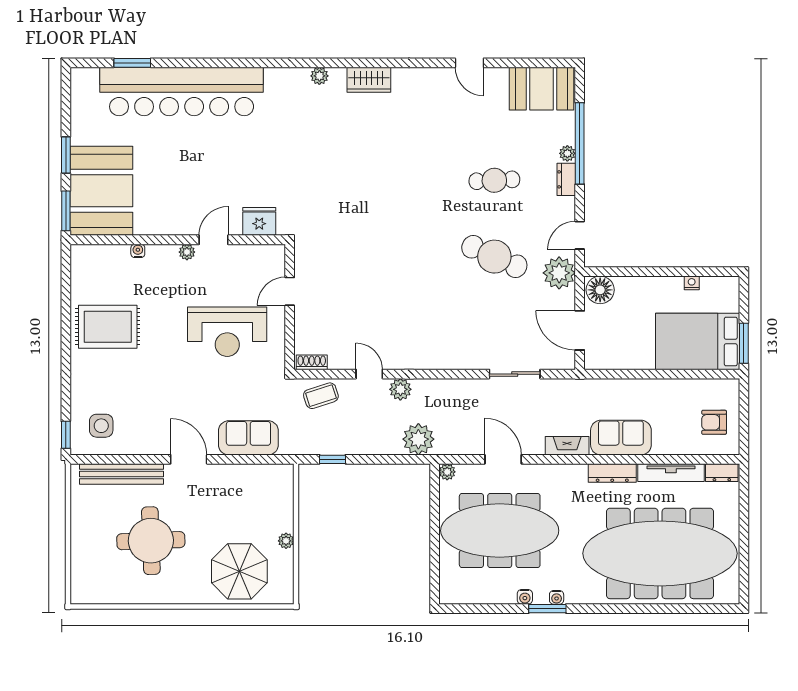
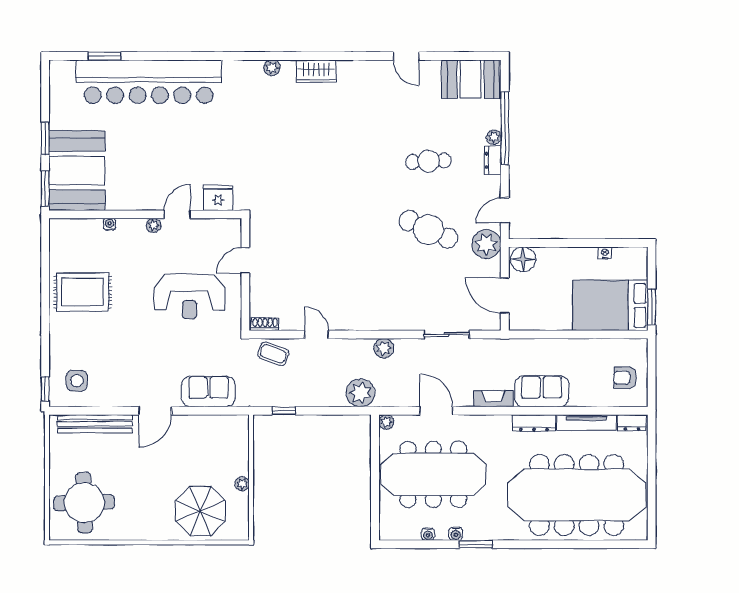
plant: (400, 389) -> (384, 348), moved
coffee table: (321, 396) -> (273, 354), turned 38
door: (189, 459) -> (155, 411), swing flipped
round table: (151, 541) -> (84, 503), moved
water cooler: (557, 597) -> (428, 534), moved

